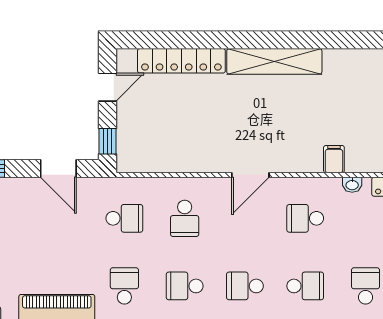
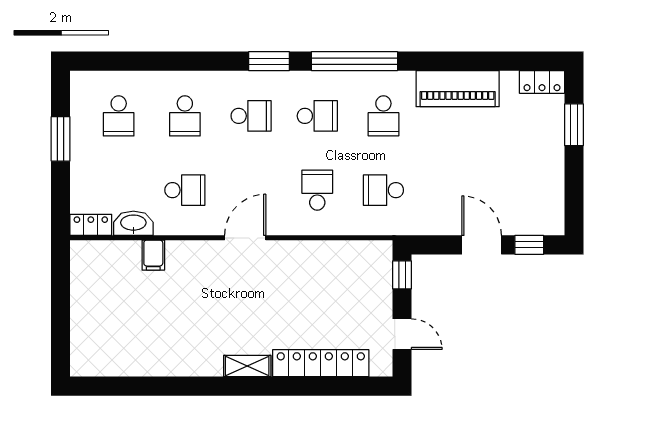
shelving: (274, 61) -> (247, 366), width x0.45, depth x0.75
door: (107, 87) -> (402, 334), swing flipped
door: (58, 168) -> (482, 245), moved
washbasin: (352, 185) -> (133, 223), width x1.91, depth x1.45
school desk: (305, 286) -> (185, 116), turned -90

